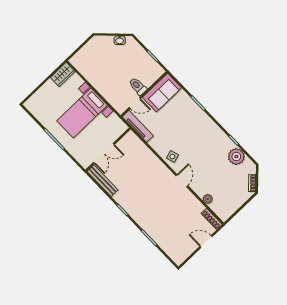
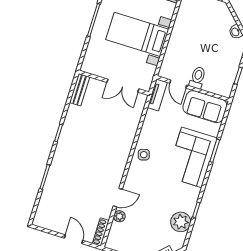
corner sofa: (194, 123) -> (192, 157), added
tv unit: (138, 126) -> (157, 95), width x0.71
double door: (104, 153) -> (123, 86), moved
bench: (103, 181) -> (80, 90), width x0.73
door: (182, 181) -> (118, 198), moved

